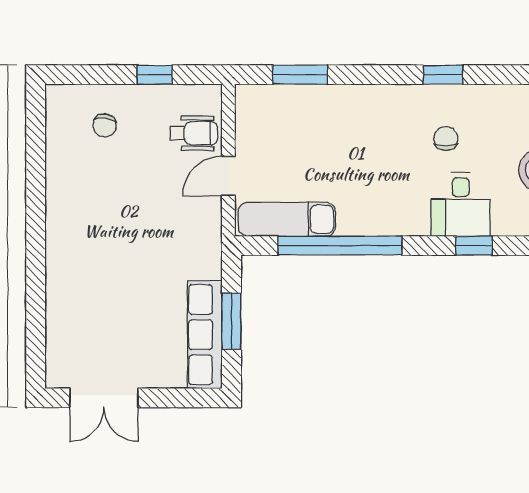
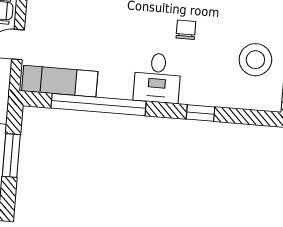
desk: (461, 204) -> (157, 78), moved

